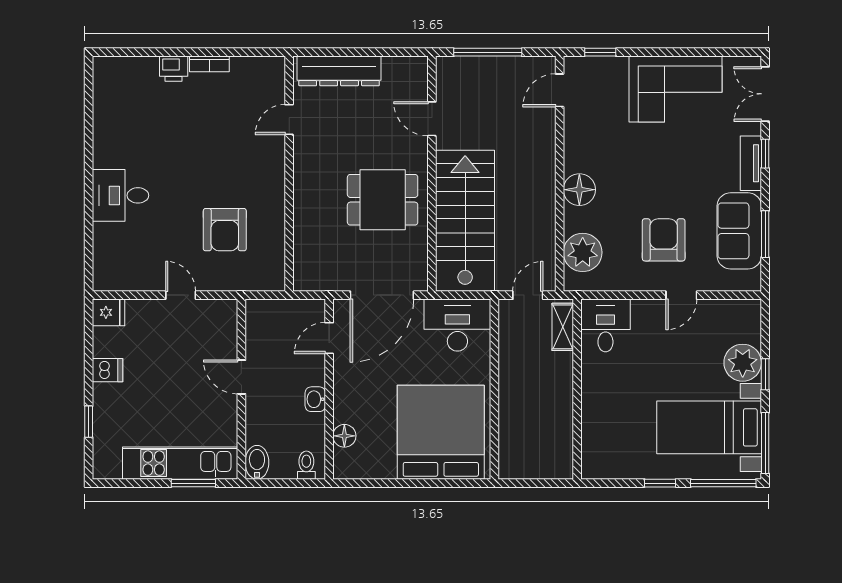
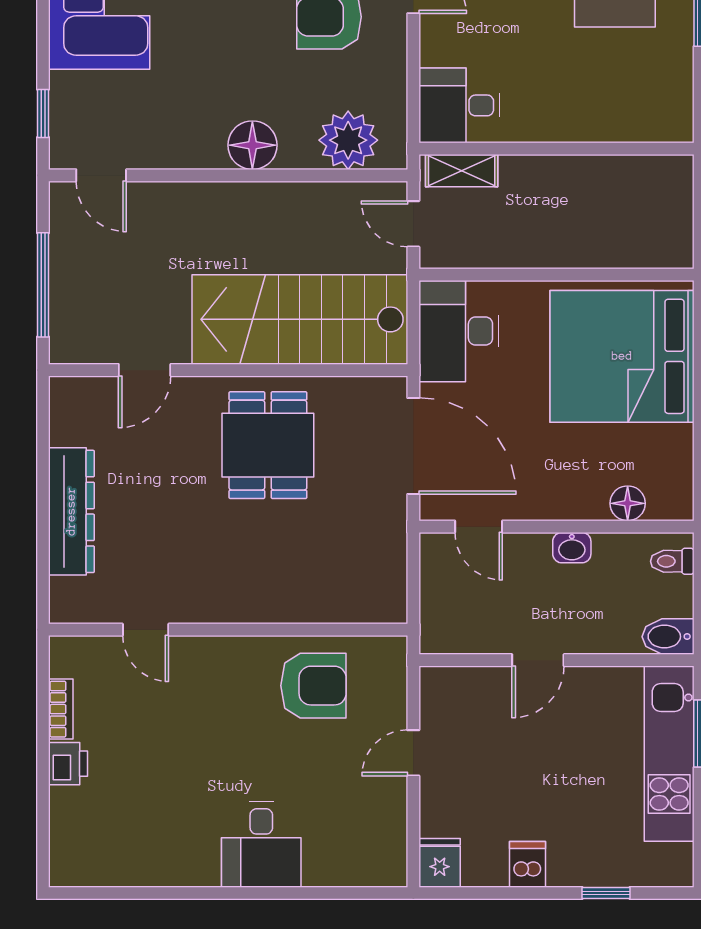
door: (289, 120) -> (146, 630), moved
wall: (289, 174) -> (228, 630), moved

